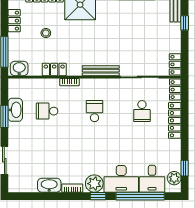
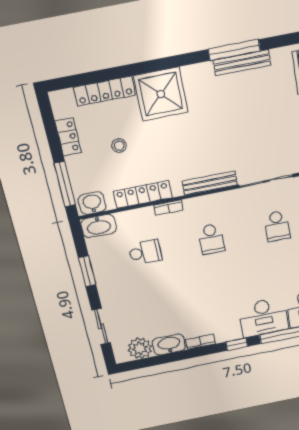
locker: (54, 69) -> (143, 195), width x1.53
washbasin: (15, 110) -> (99, 226), moved, turned 90
school desk: (47, 111) -> (145, 252), turned 180
school desk: (95, 111) -> (211, 239), turned 180
plant: (94, 184) -> (140, 348), moved

